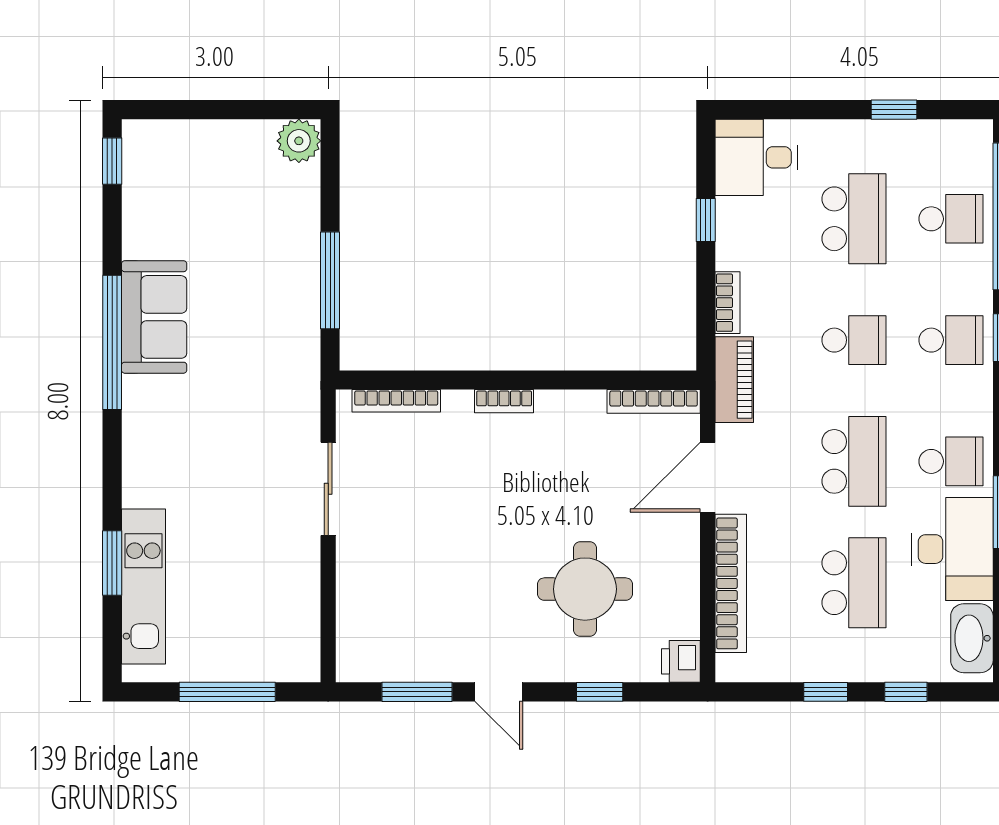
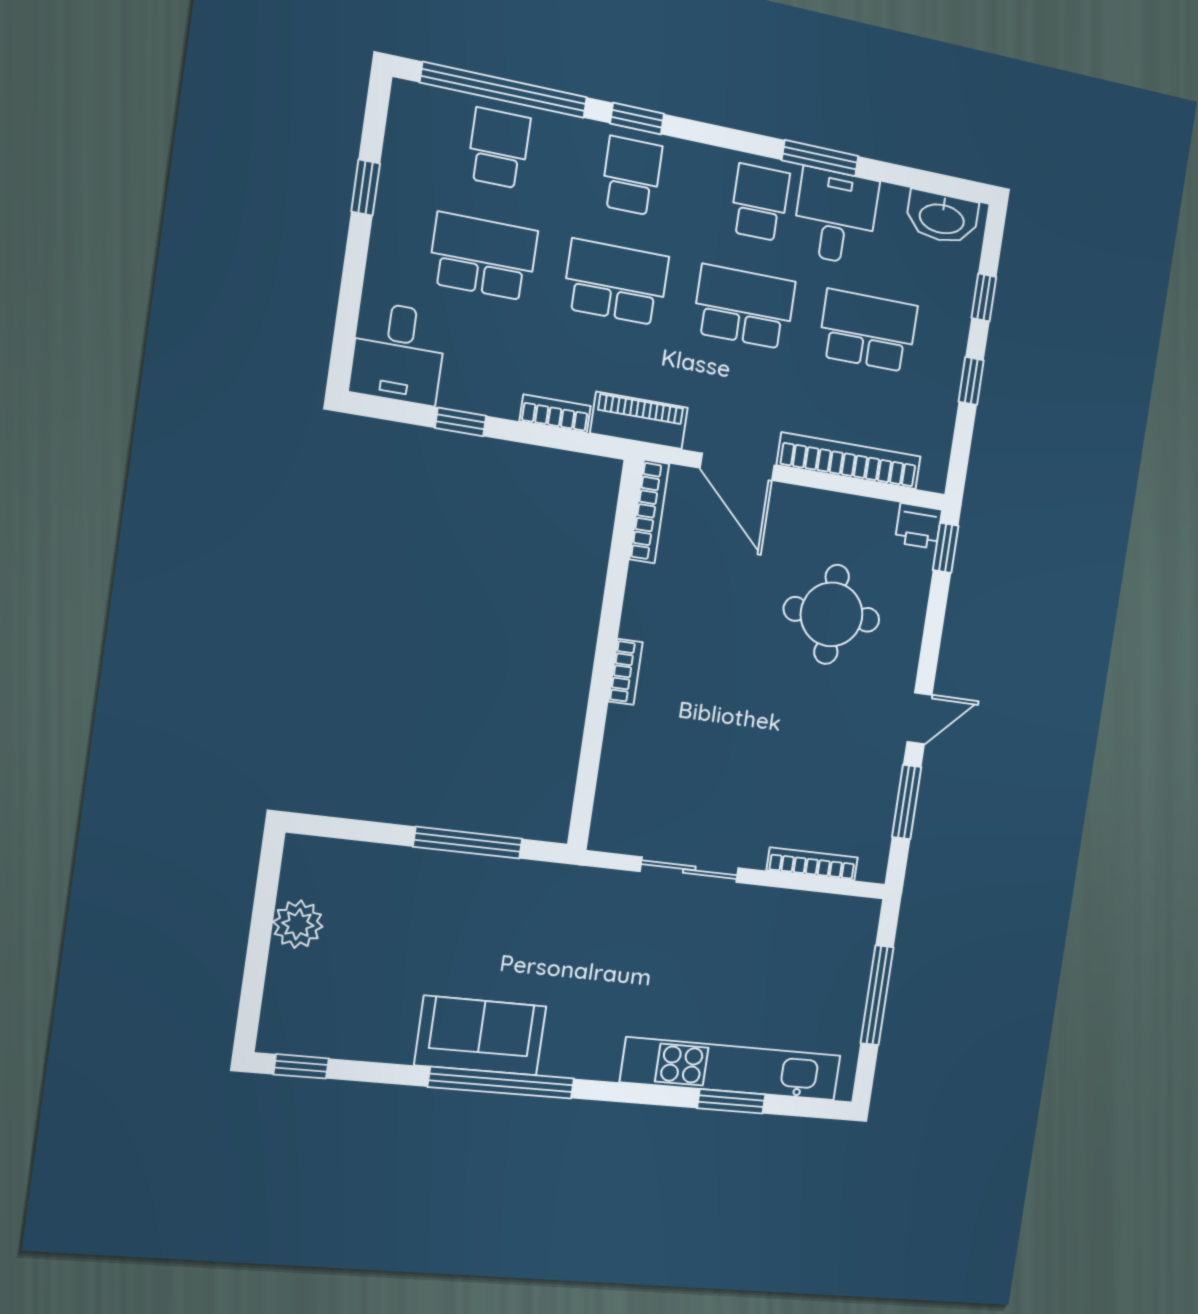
plant: (299, 141) -> (298, 924), moved
school desk: (854, 340) -> (616, 282), width x1.85
bookcase: (396, 401) -> (812, 864), moved, turned -90
desk: (952, 549) -> (836, 217), width x0.73
kitchen unit: (143, 586) -> (731, 1069), width x1.36
window: (600, 692) -> (946, 548), moved

